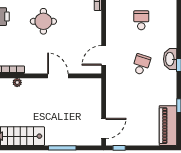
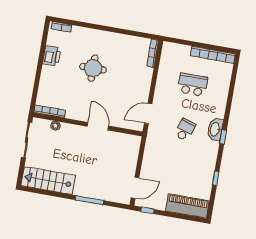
school desk: (141, 20) -> (193, 85), width x1.85
piano: (168, 126) -> (188, 206), moved, turned 90

